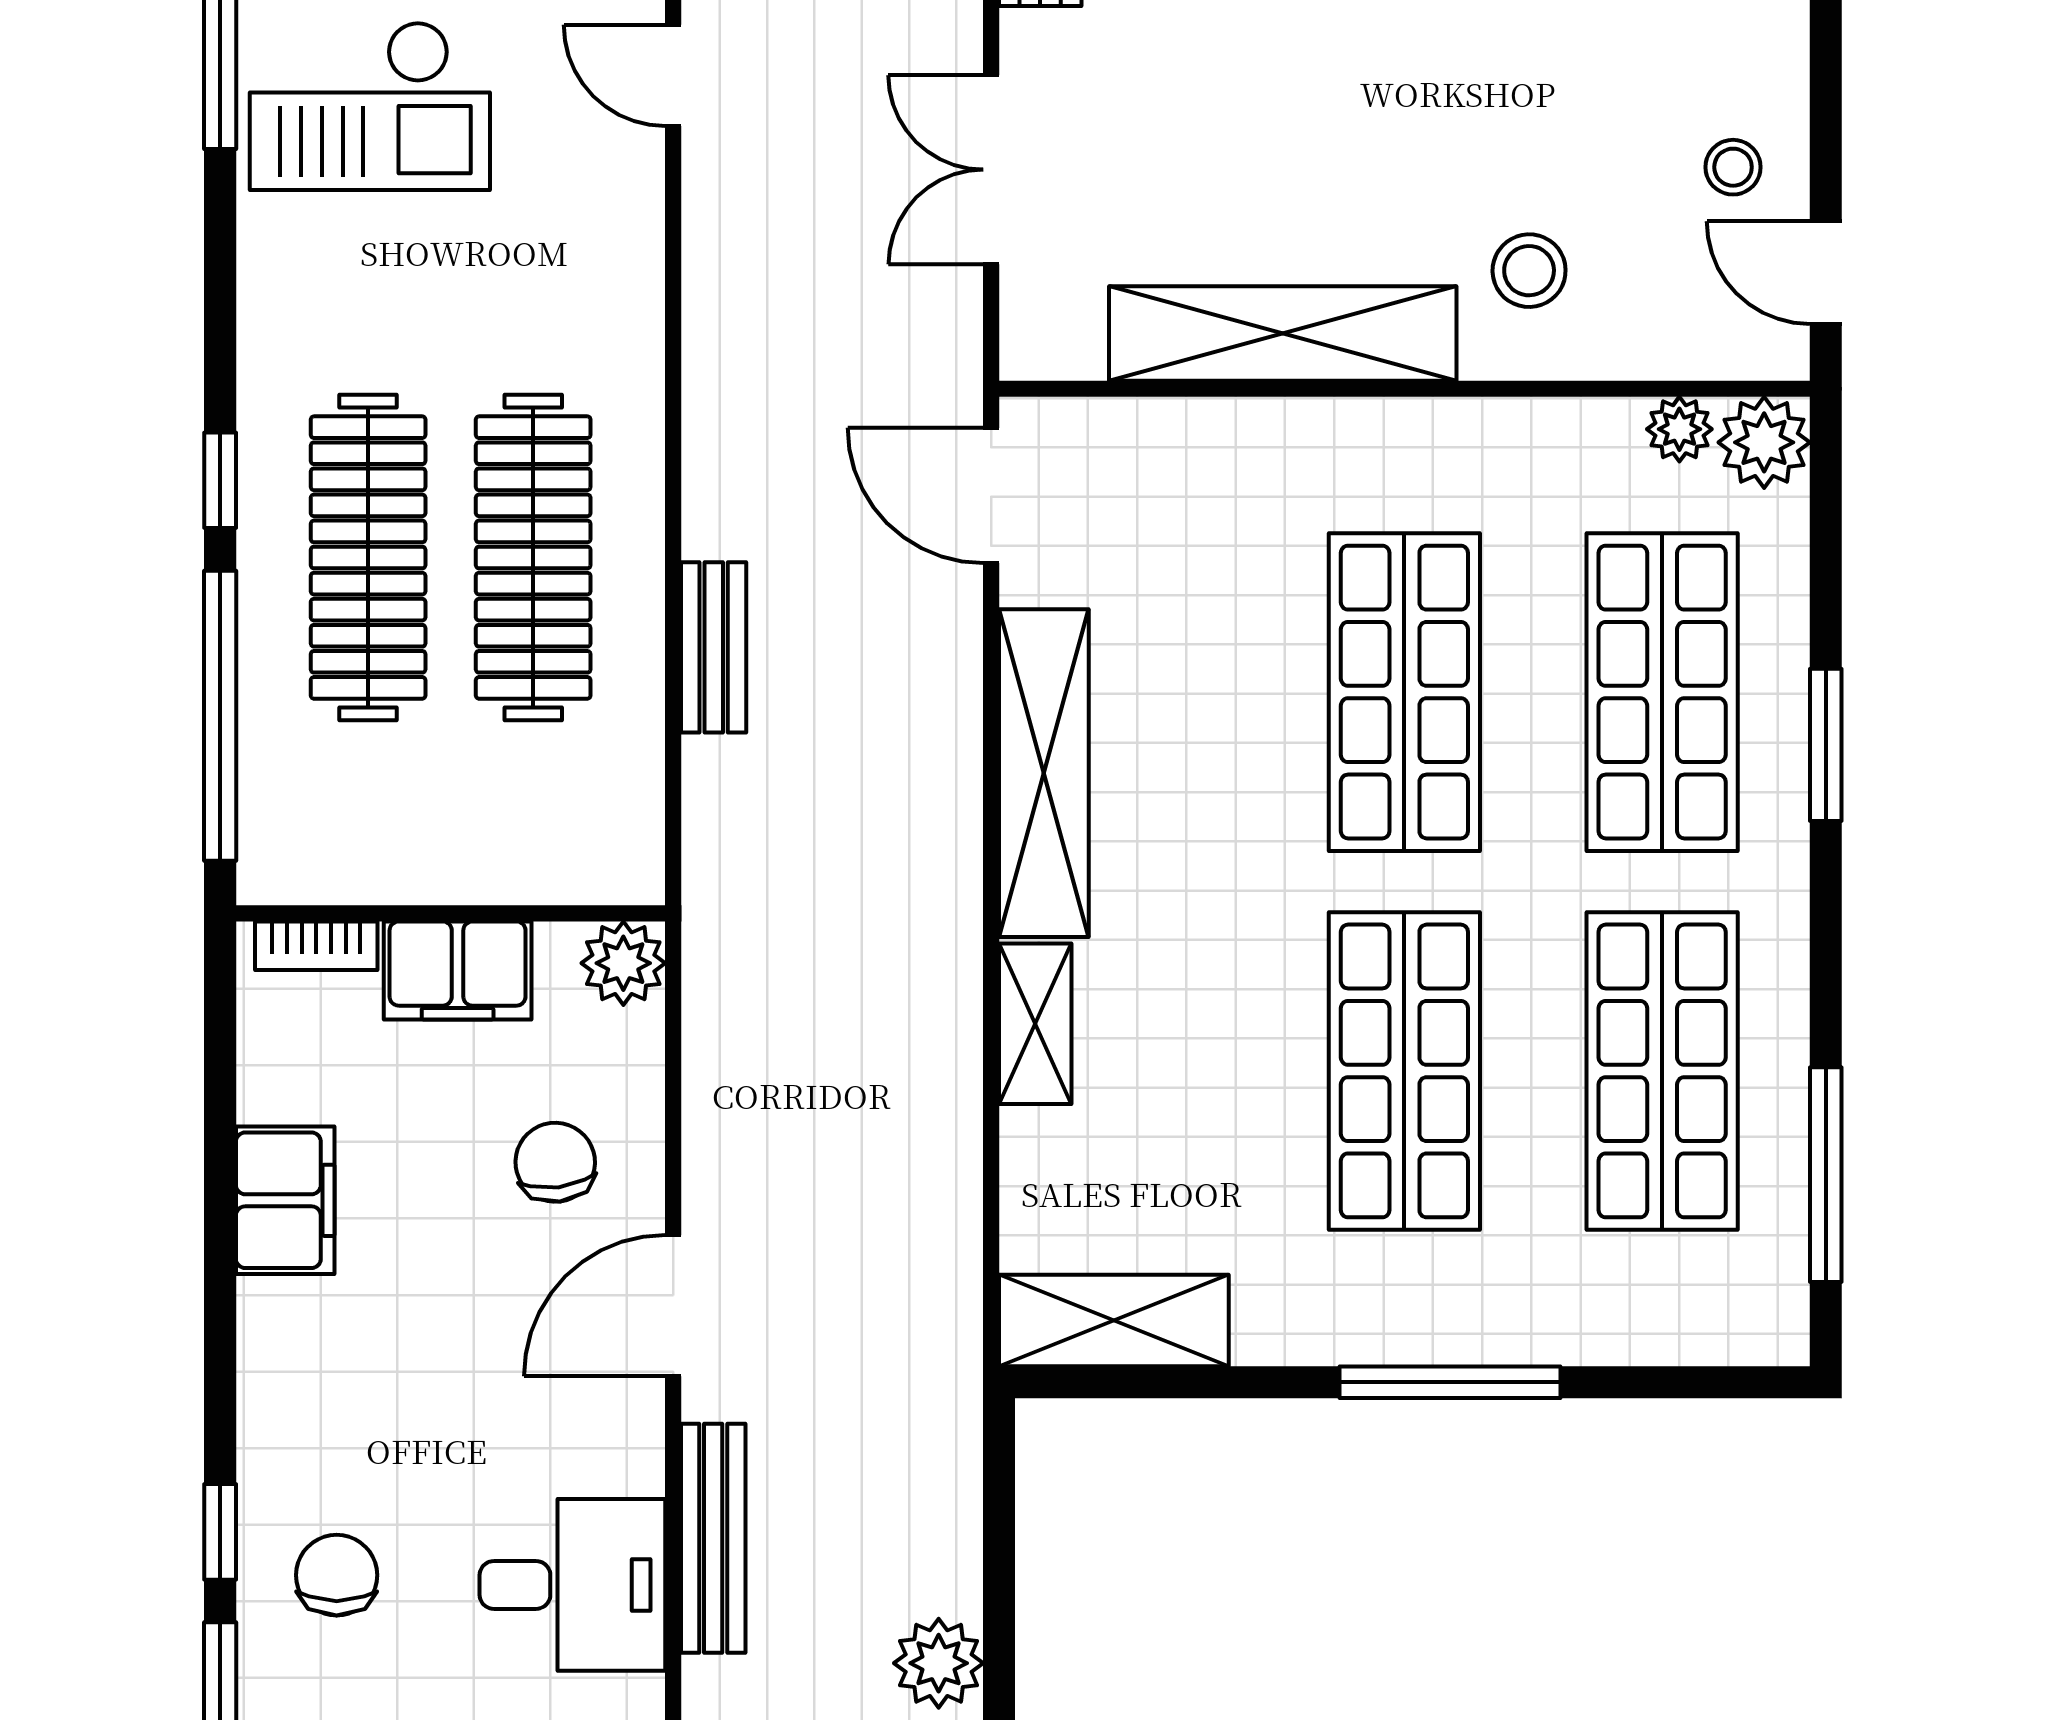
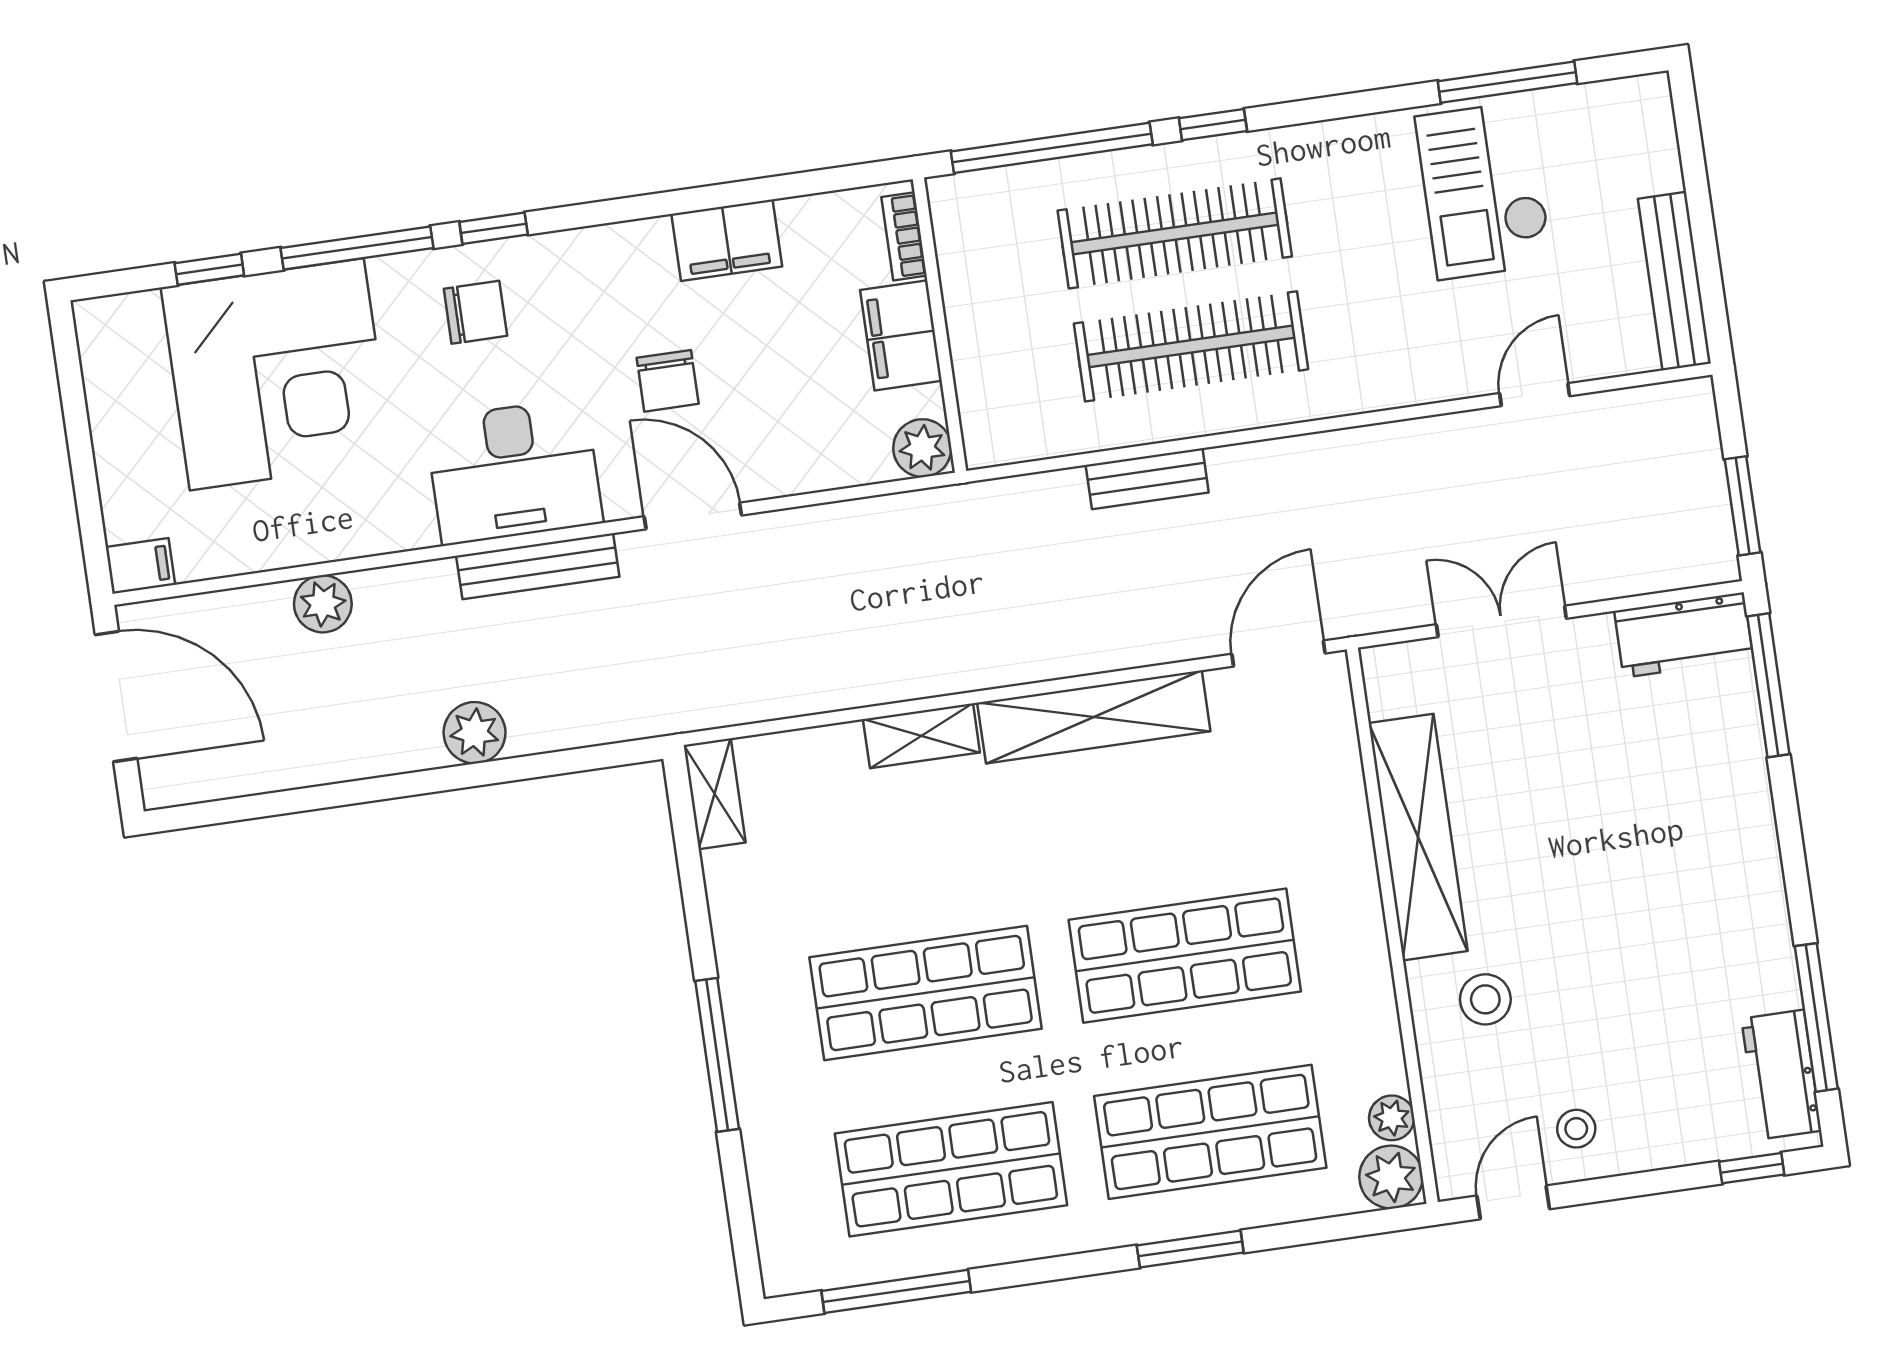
chair: (555, 1162) -> (668, 381), moved, turned 97
shelving: (1114, 1320) -> (715, 794), width x0.67, depth x0.75
desk: (572, 1585) -> (514, 471), width x1.37

